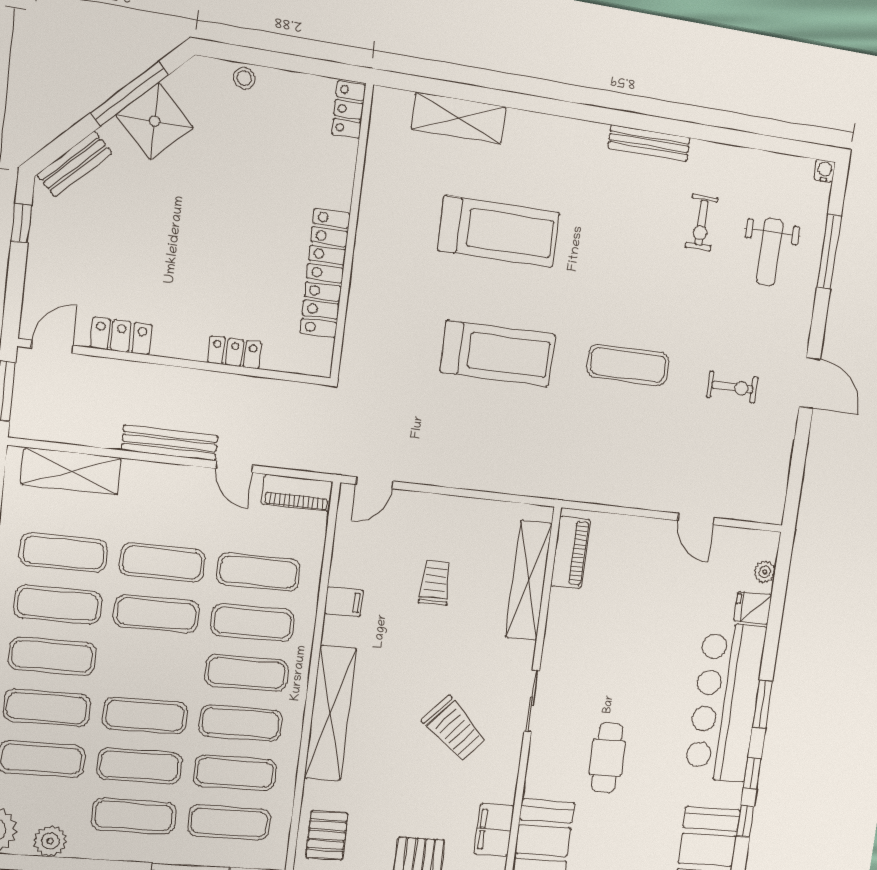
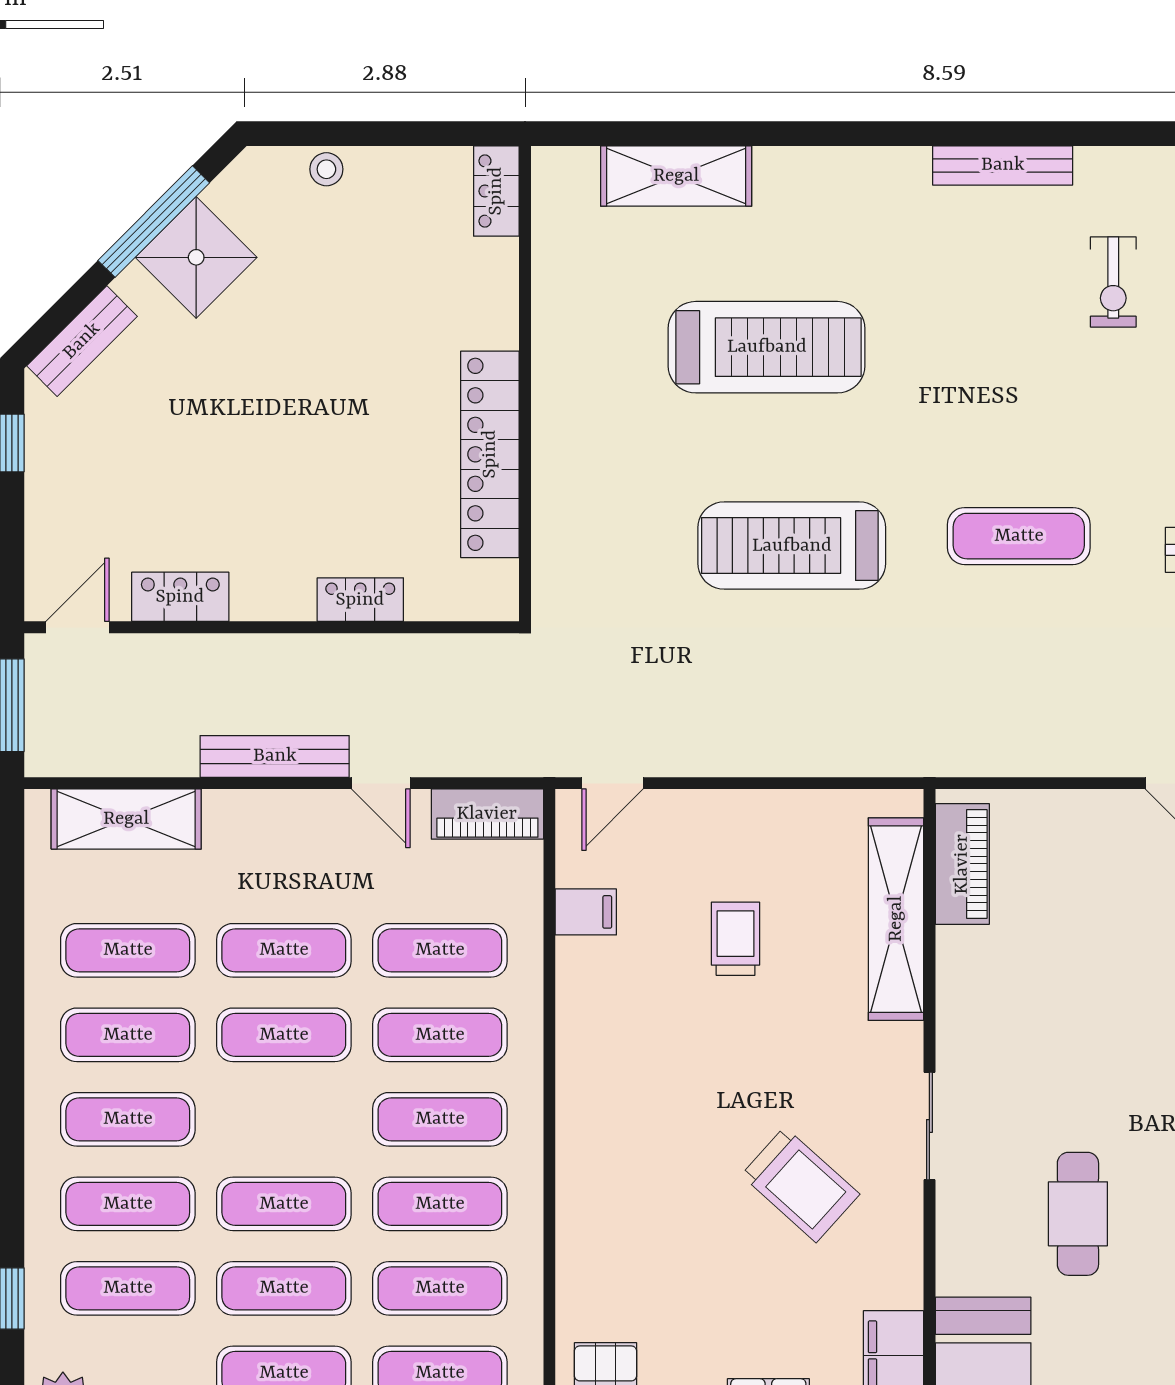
treadmill: (498, 353) -> (792, 546), turned 180
filing cabinet: (344, 602) -> (586, 912), moved
shelving: (330, 713) -> (586, 1175), removed

